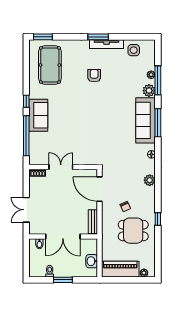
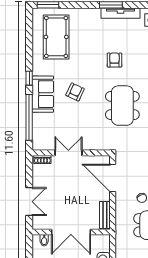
armchair: (94, 76) -> (114, 60), moved
armchair: (67, 113) -> (75, 92), added
dining table: (108, 125) -> (122, 106), added
double door: (26, 210) -> (29, 202), swing flipped

